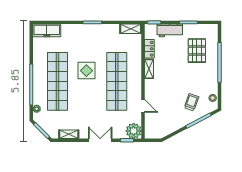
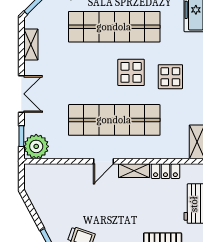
display table: (89, 46) -> (170, 77), added
door: (143, 106) -> (103, 161), moved

